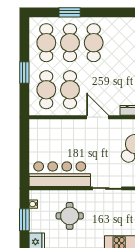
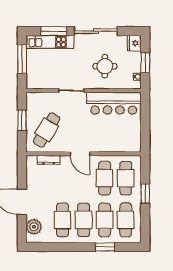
cafe table: (117, 43) -> (63, 220), added

